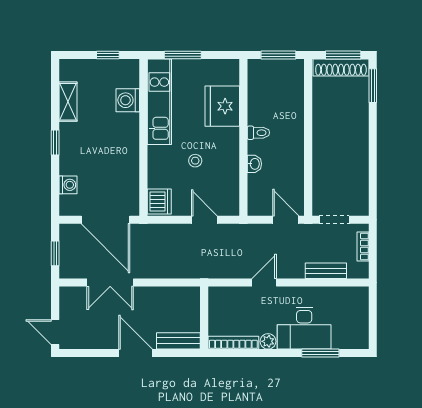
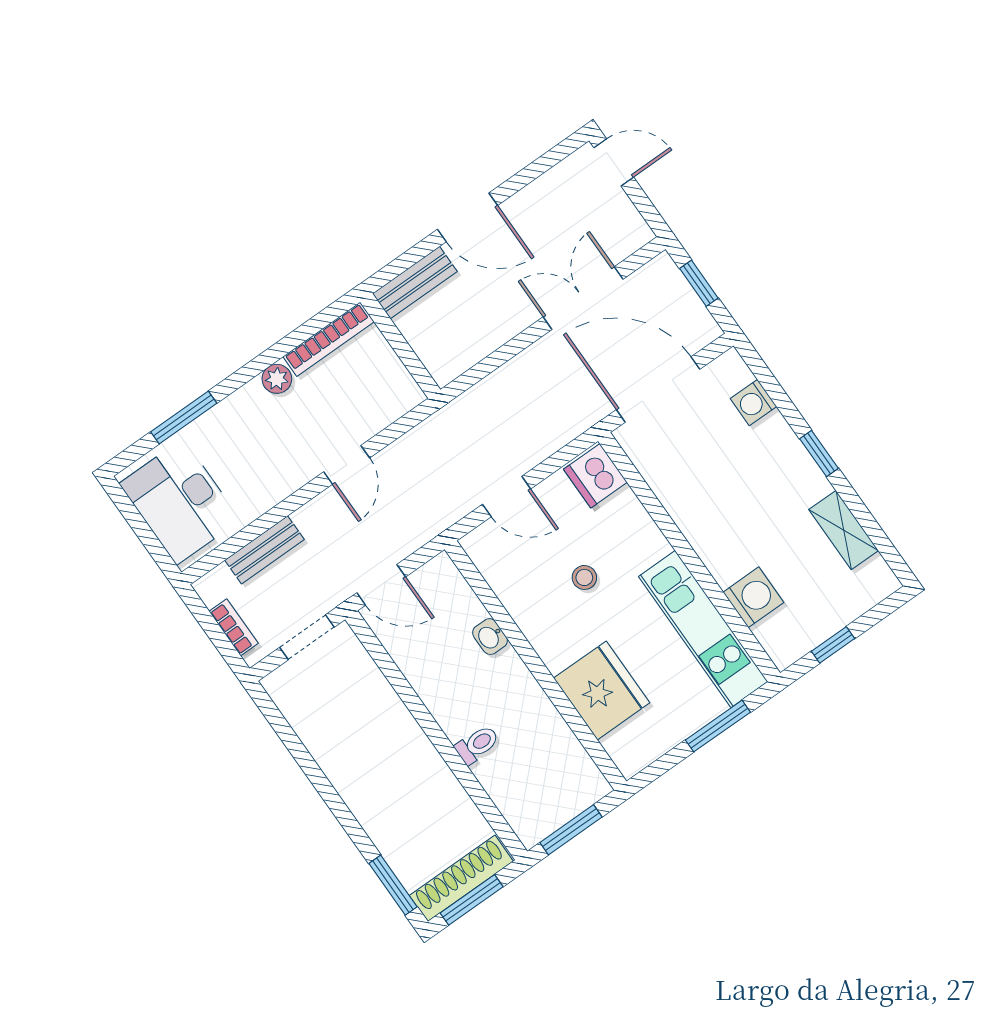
toilet: (258, 133) -> (477, 745), moved, turned 180
desk: (304, 328) -> (180, 502), moved, turned -90

